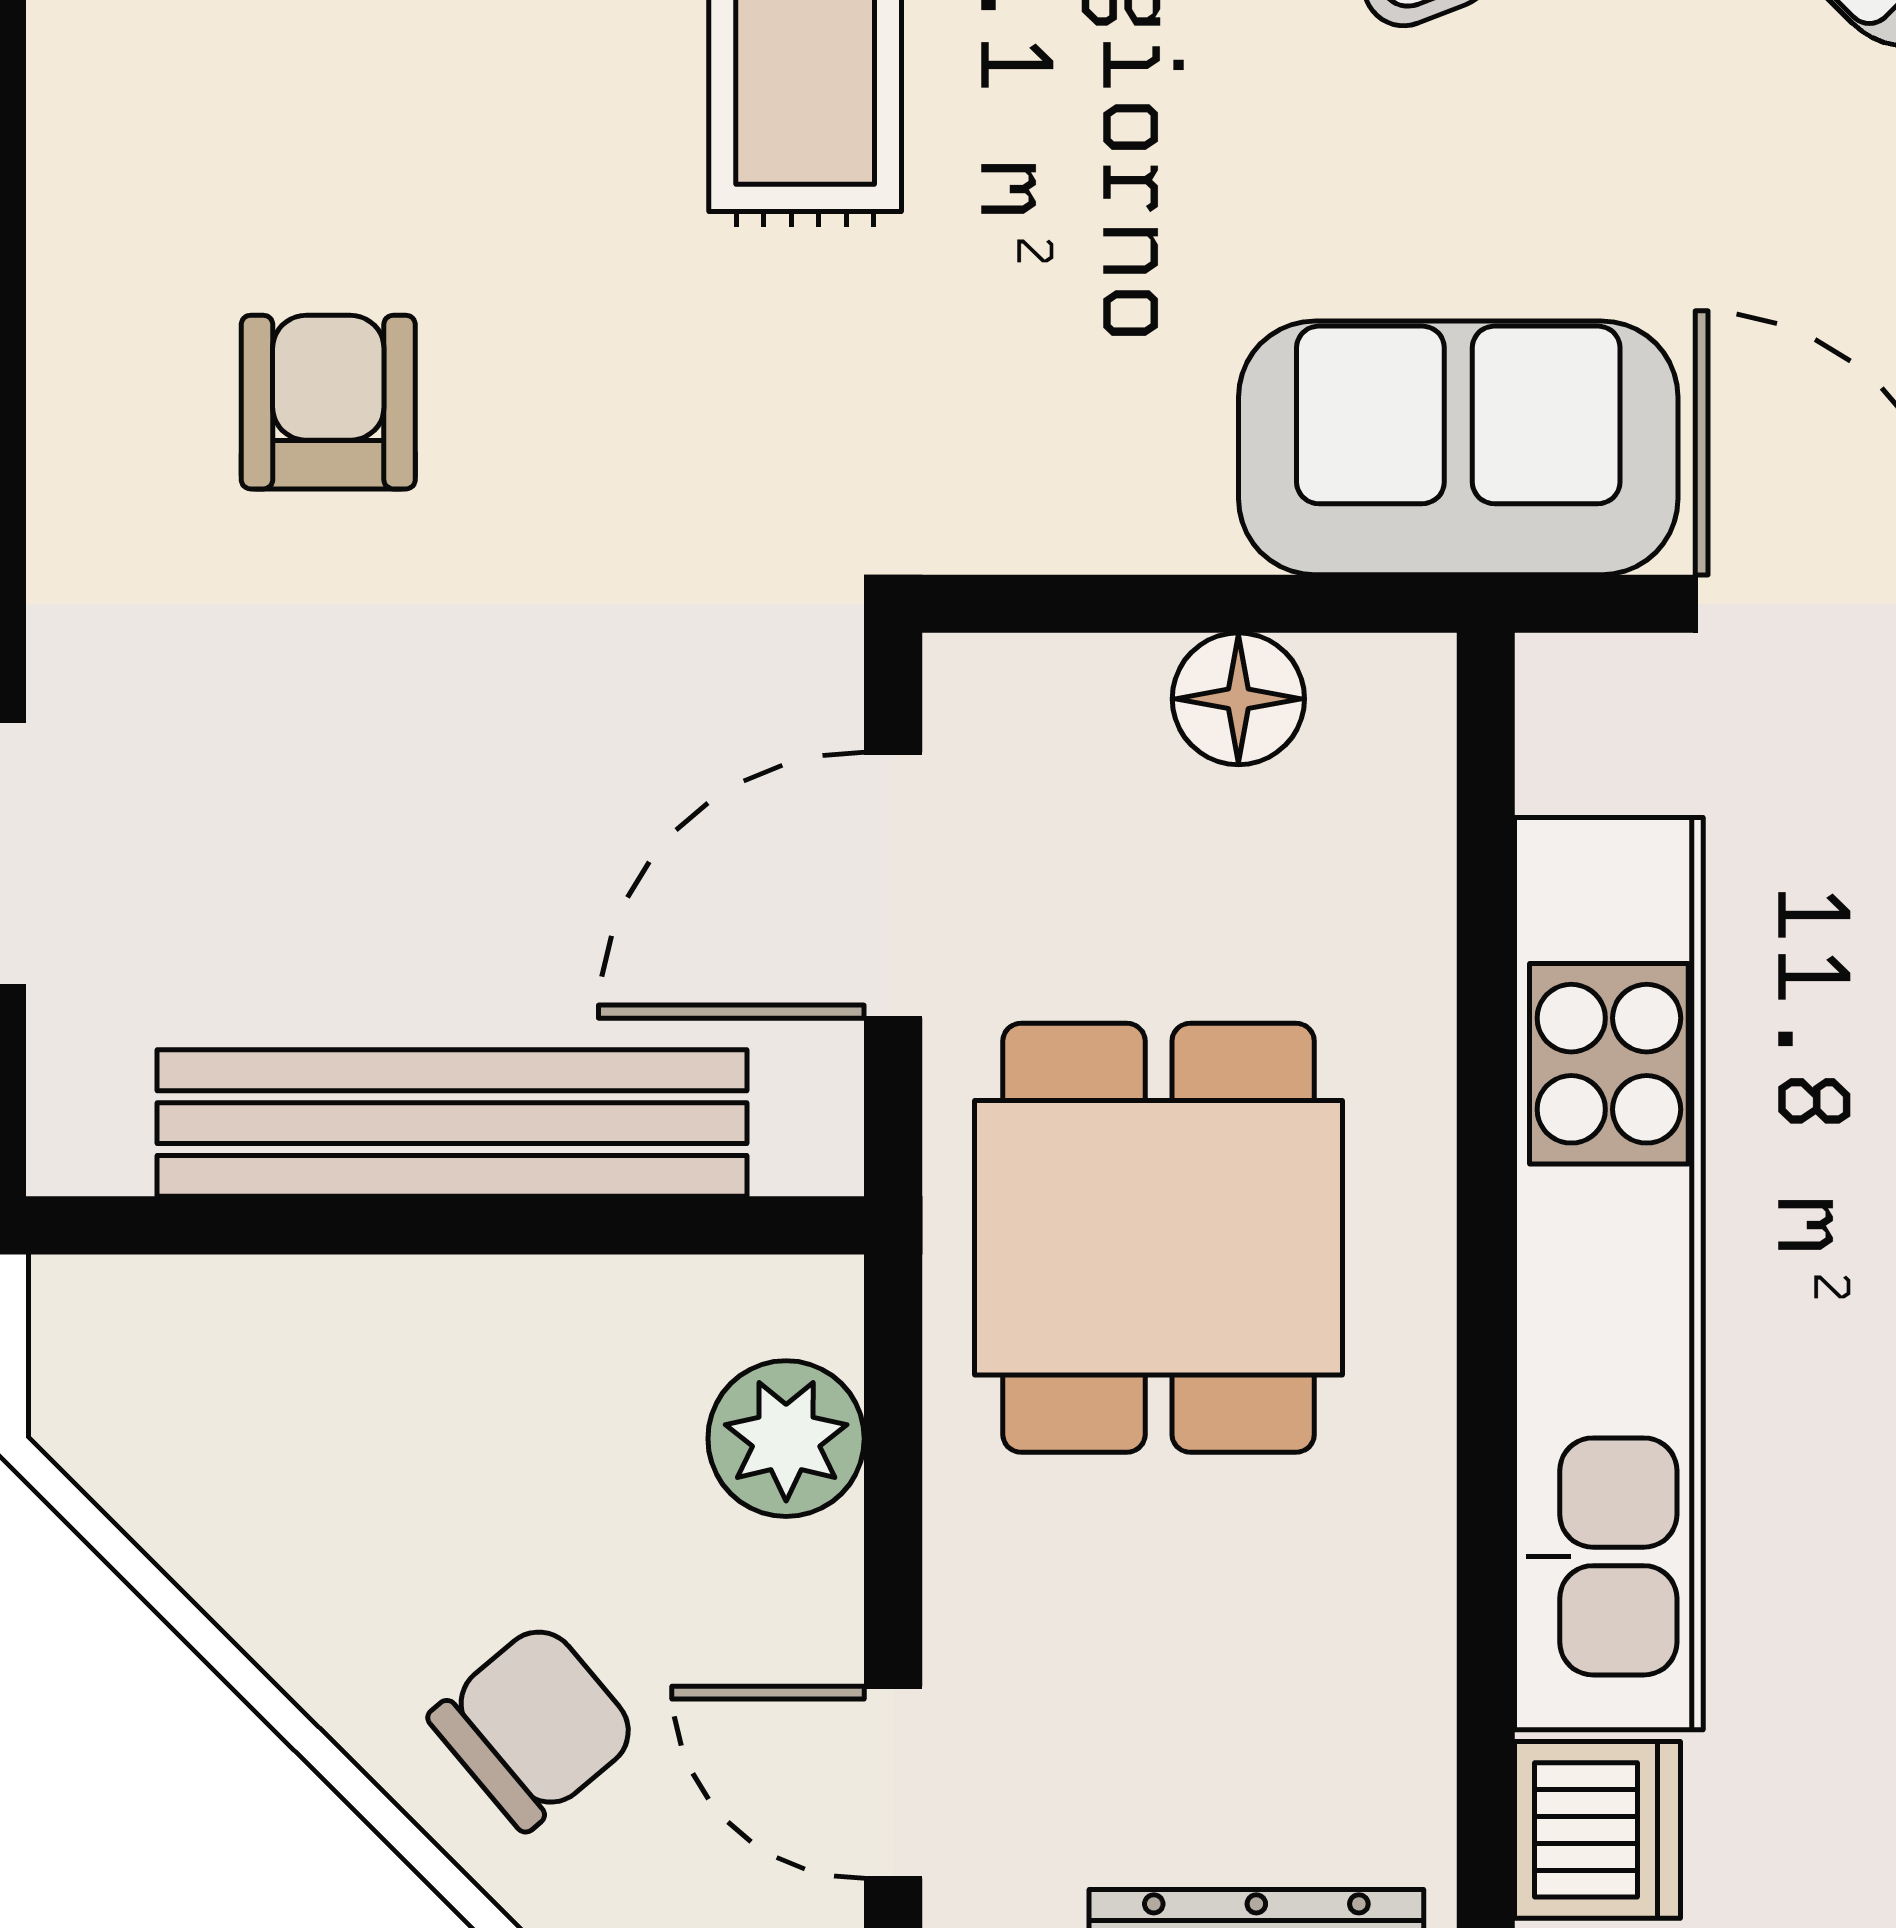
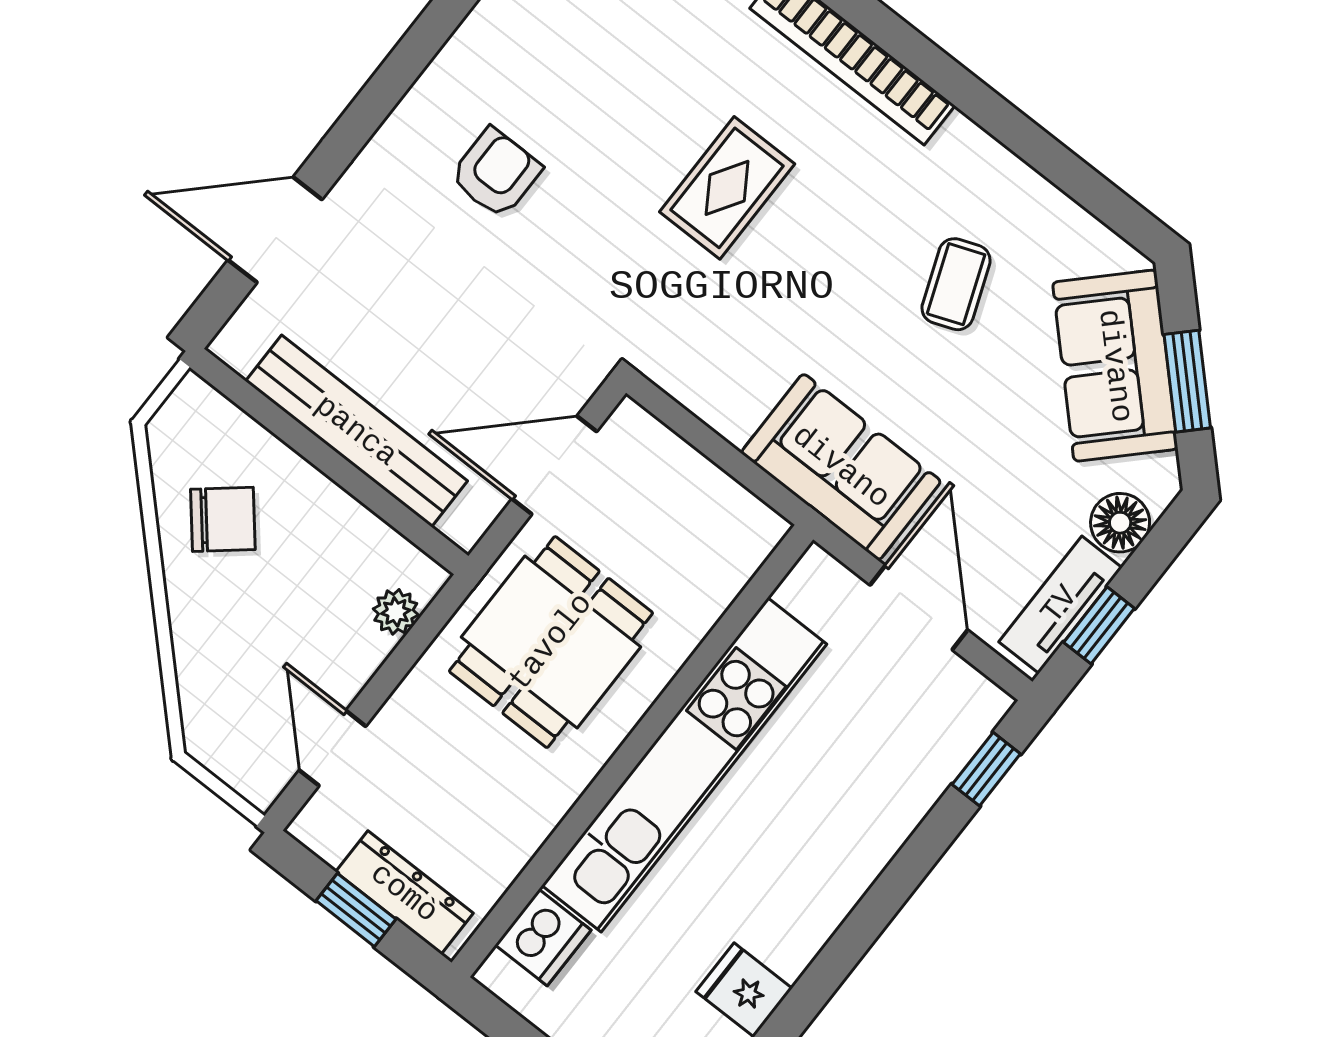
floor lamp: (1238, 699) -> (710, 492), removed
plant: (786, 1439) -> (396, 612), width x0.73, depth x0.73
chair: (534, 1726) -> (223, 519), moved

